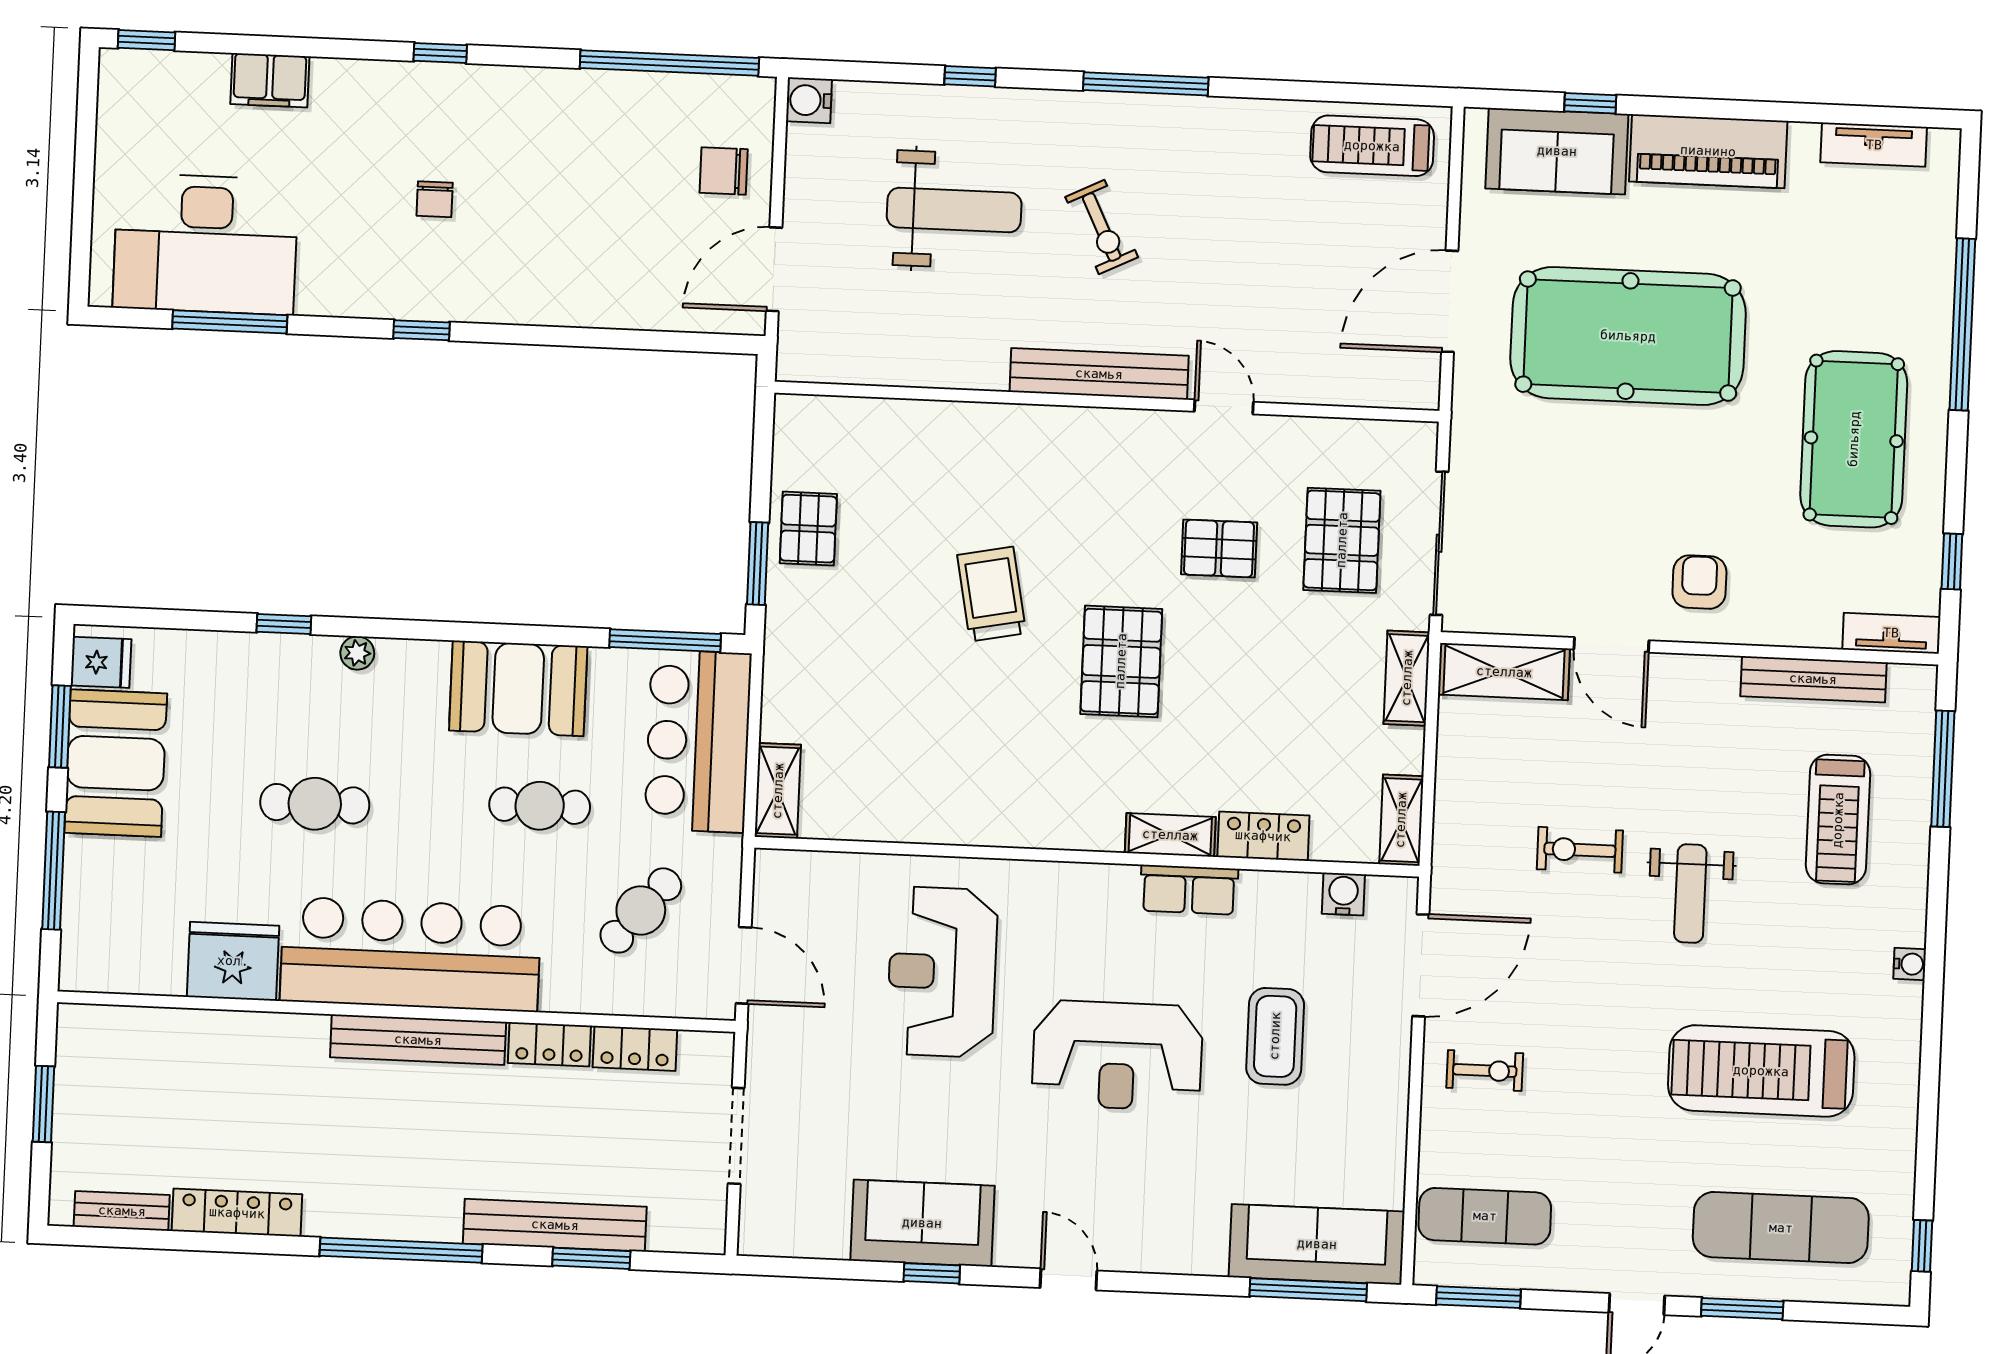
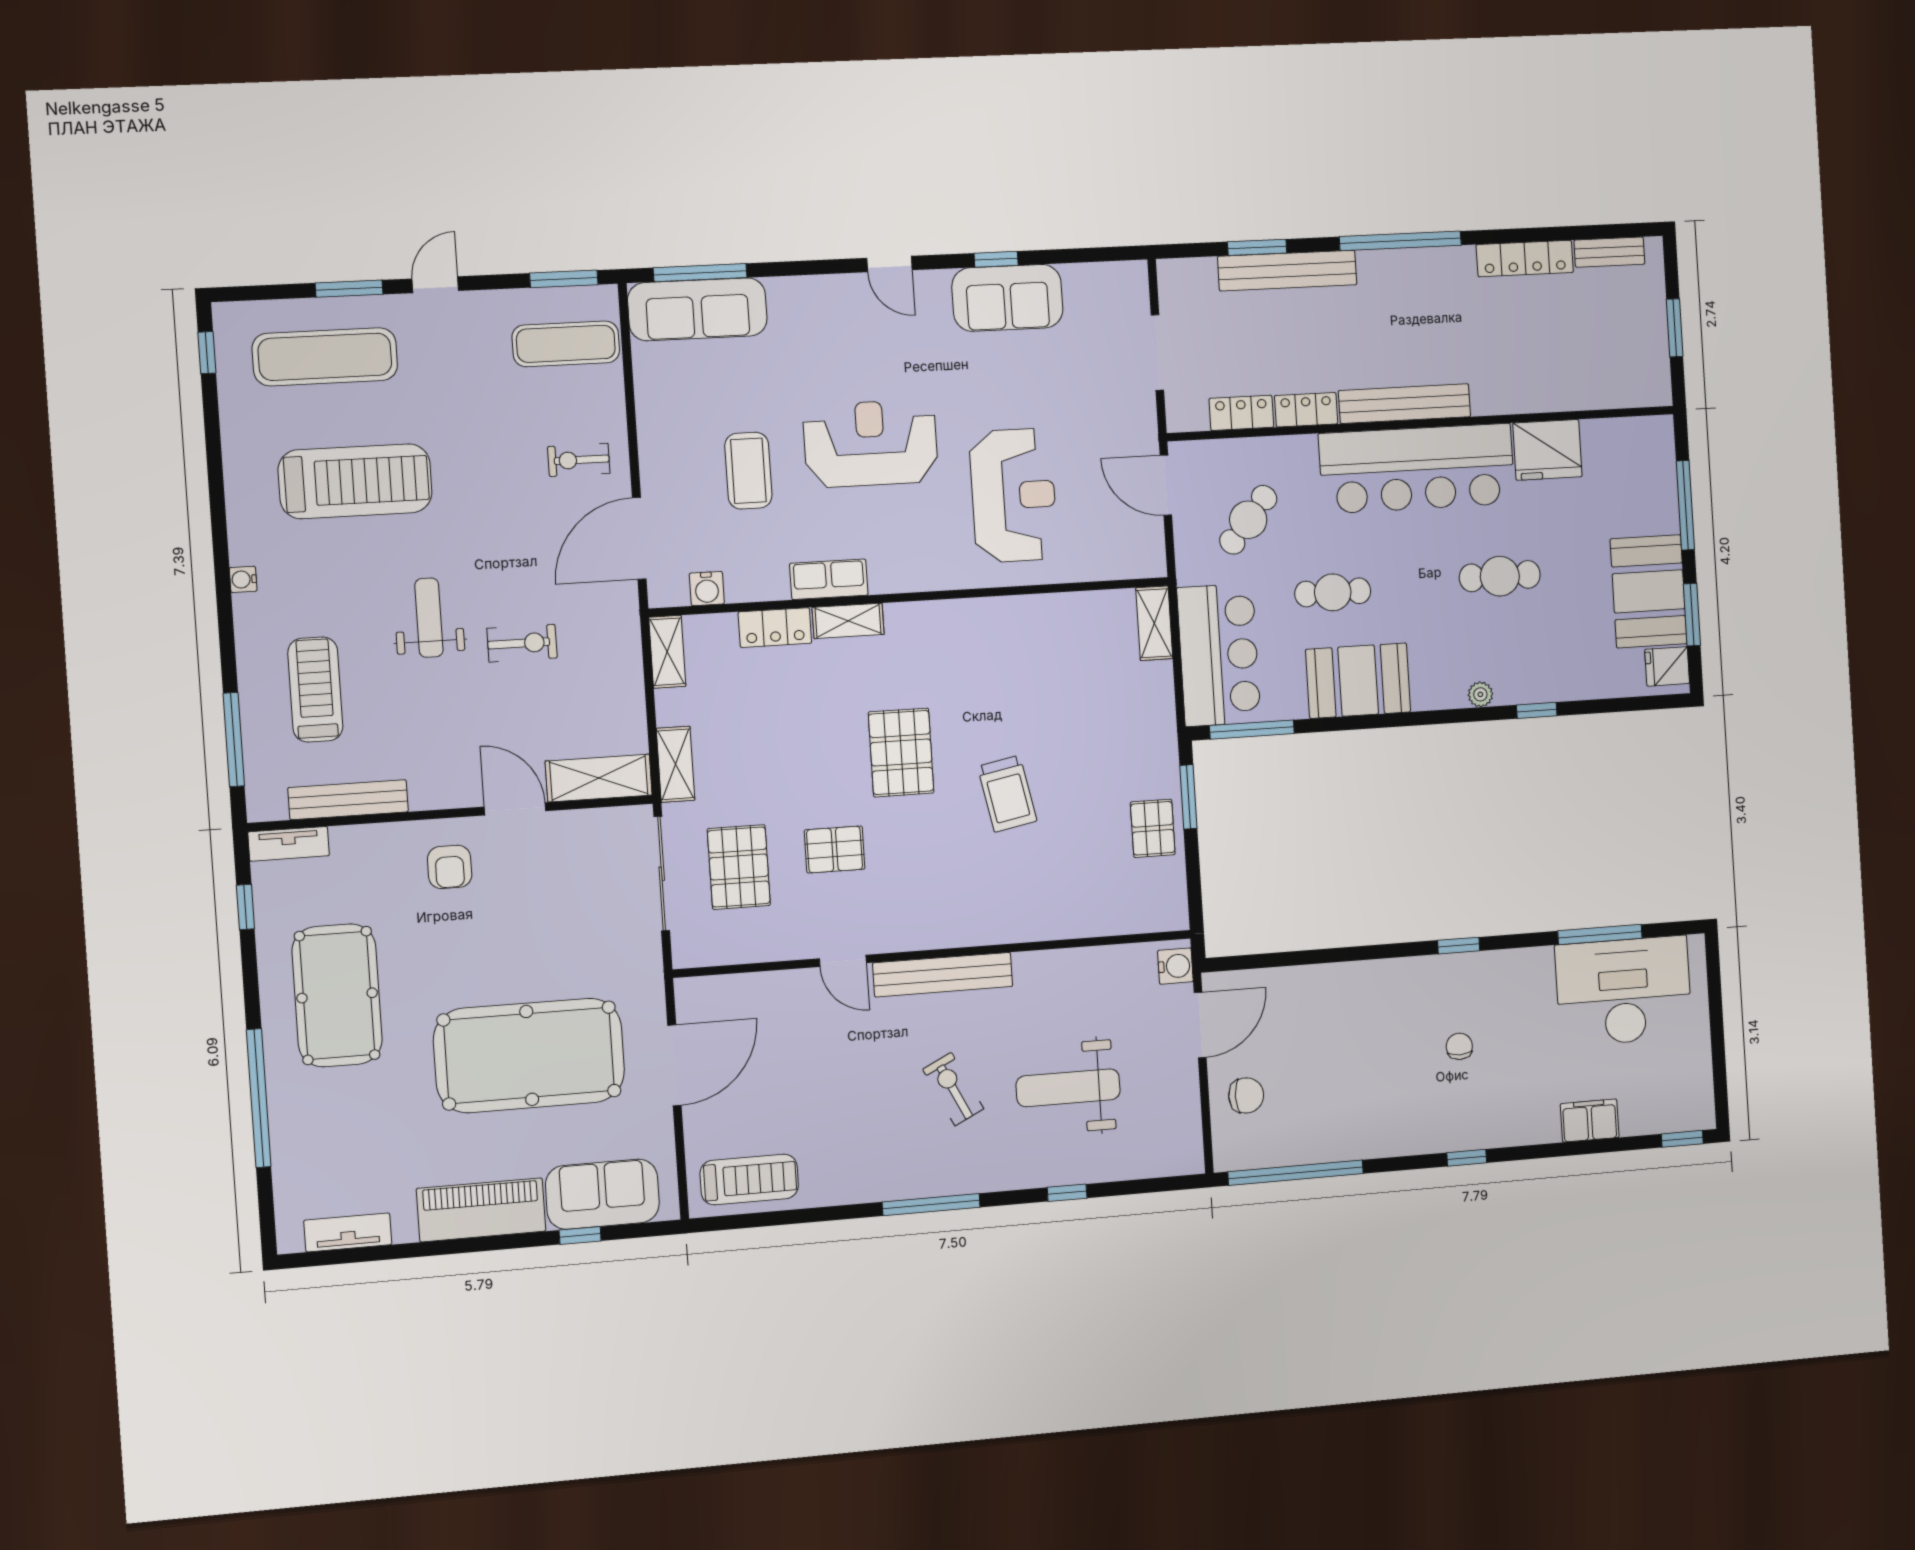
water cooler: (809, 100) -> (1175, 966), moved

